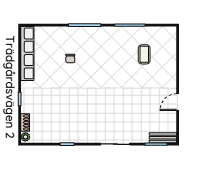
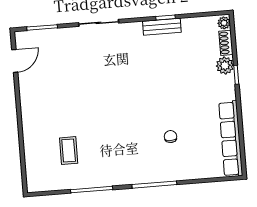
door: (178, 102) -> (15, 61), moved
plant: (27, 106) -> (225, 65), added
bench: (163, 138) -> (162, 27), moved

